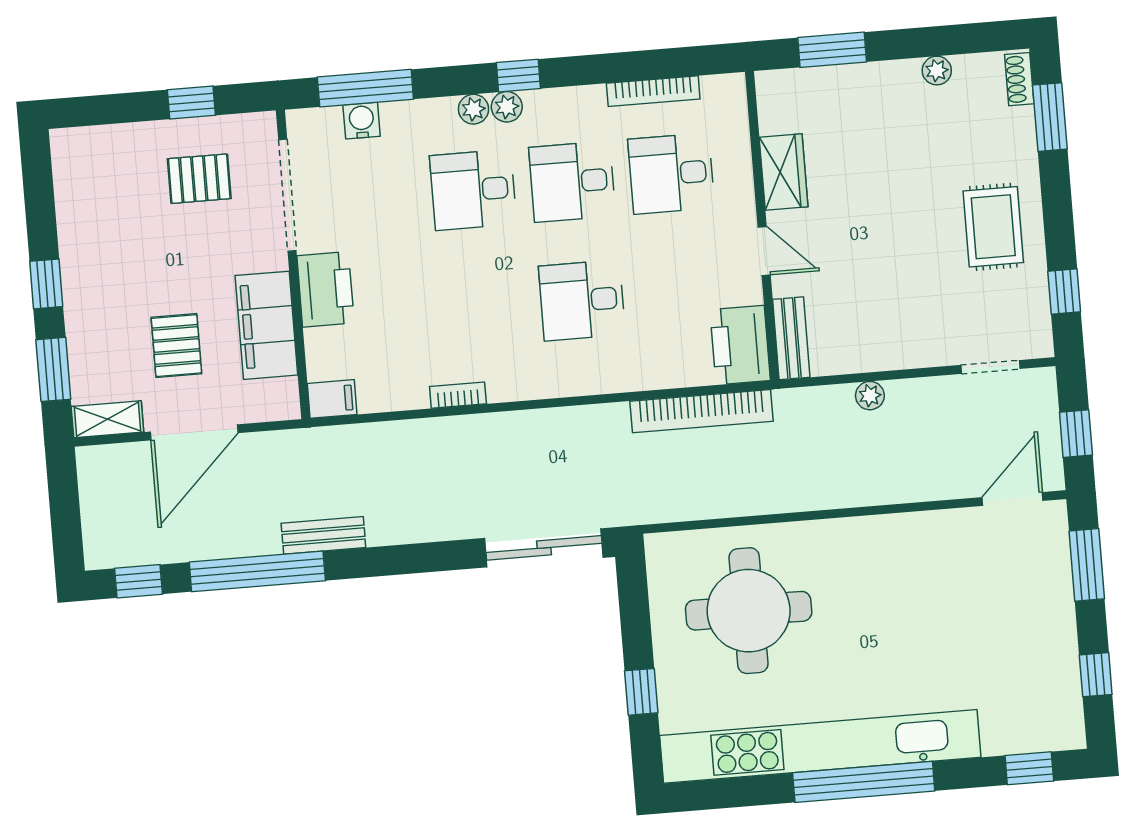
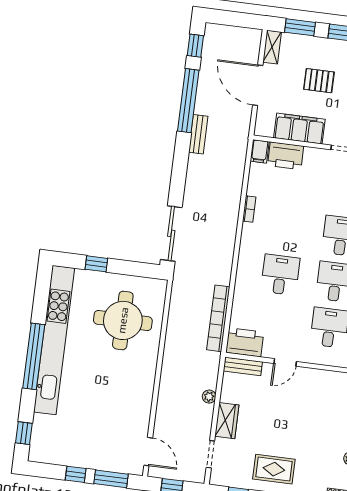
wardrobe: (784, 172) -> (227, 421), moved, turned -90
printer: (326, 289) -> (286, 156), moved
pallet: (176, 346) -> (319, 81), moved
window: (1096, 675) -> (76, 474), moved

